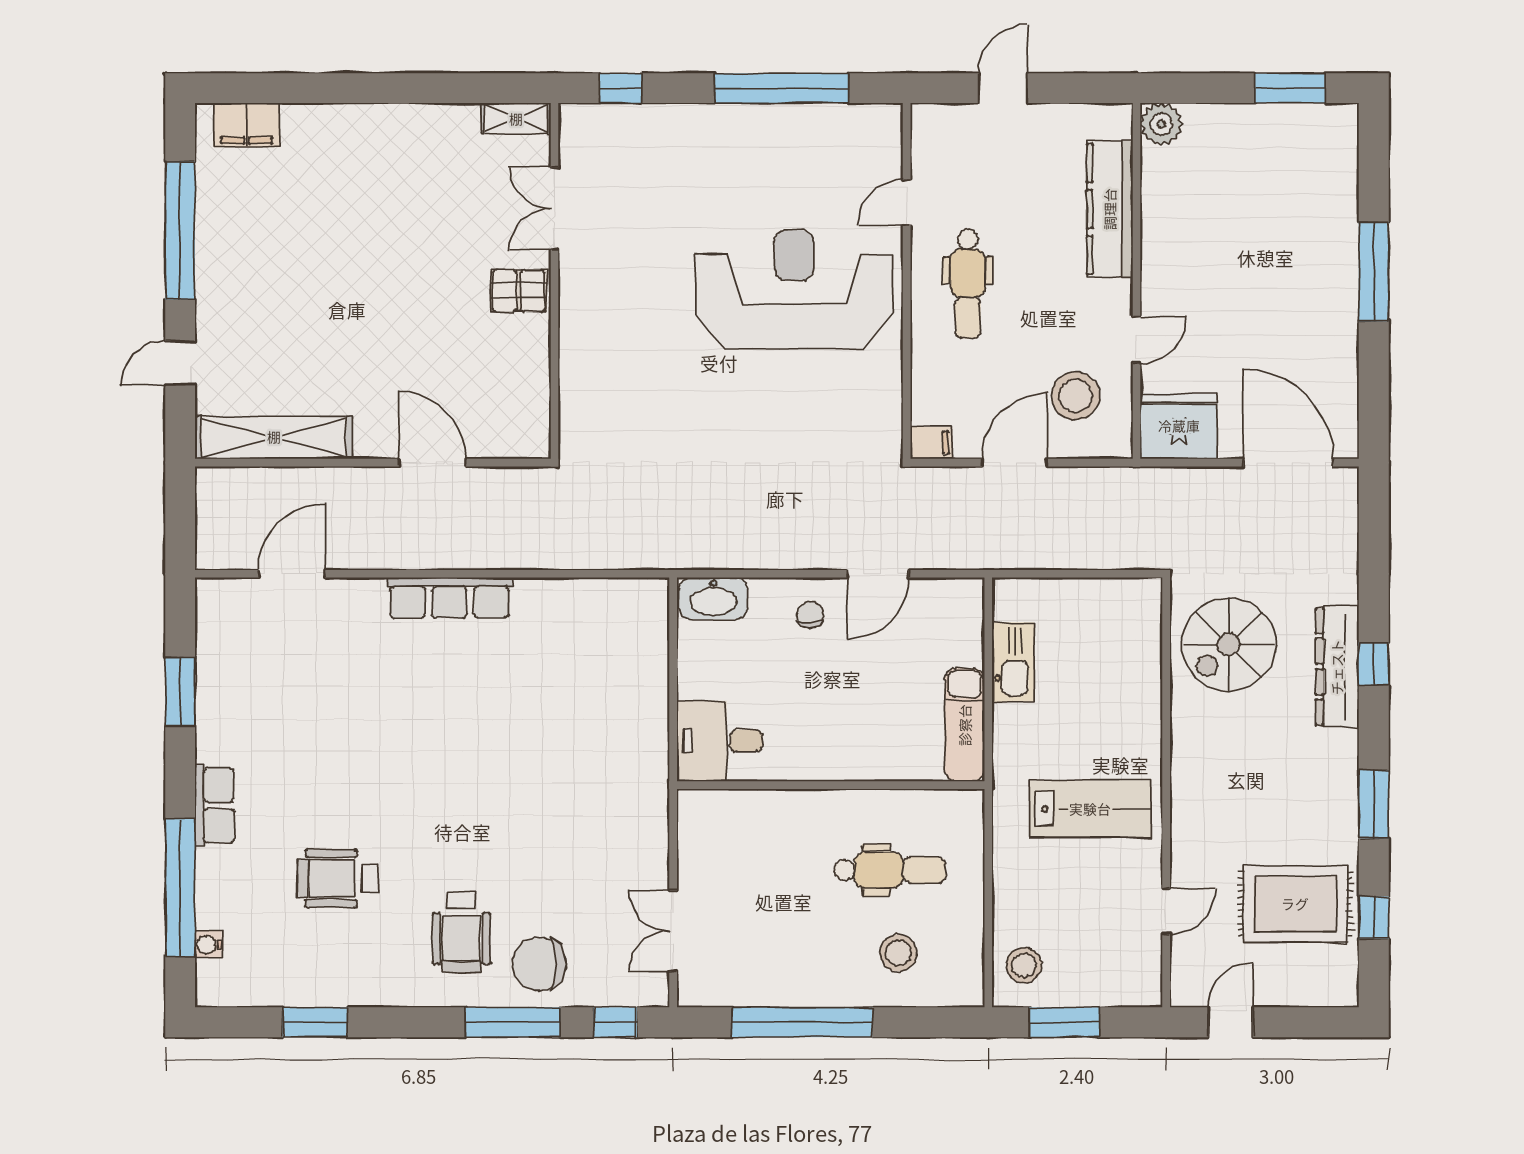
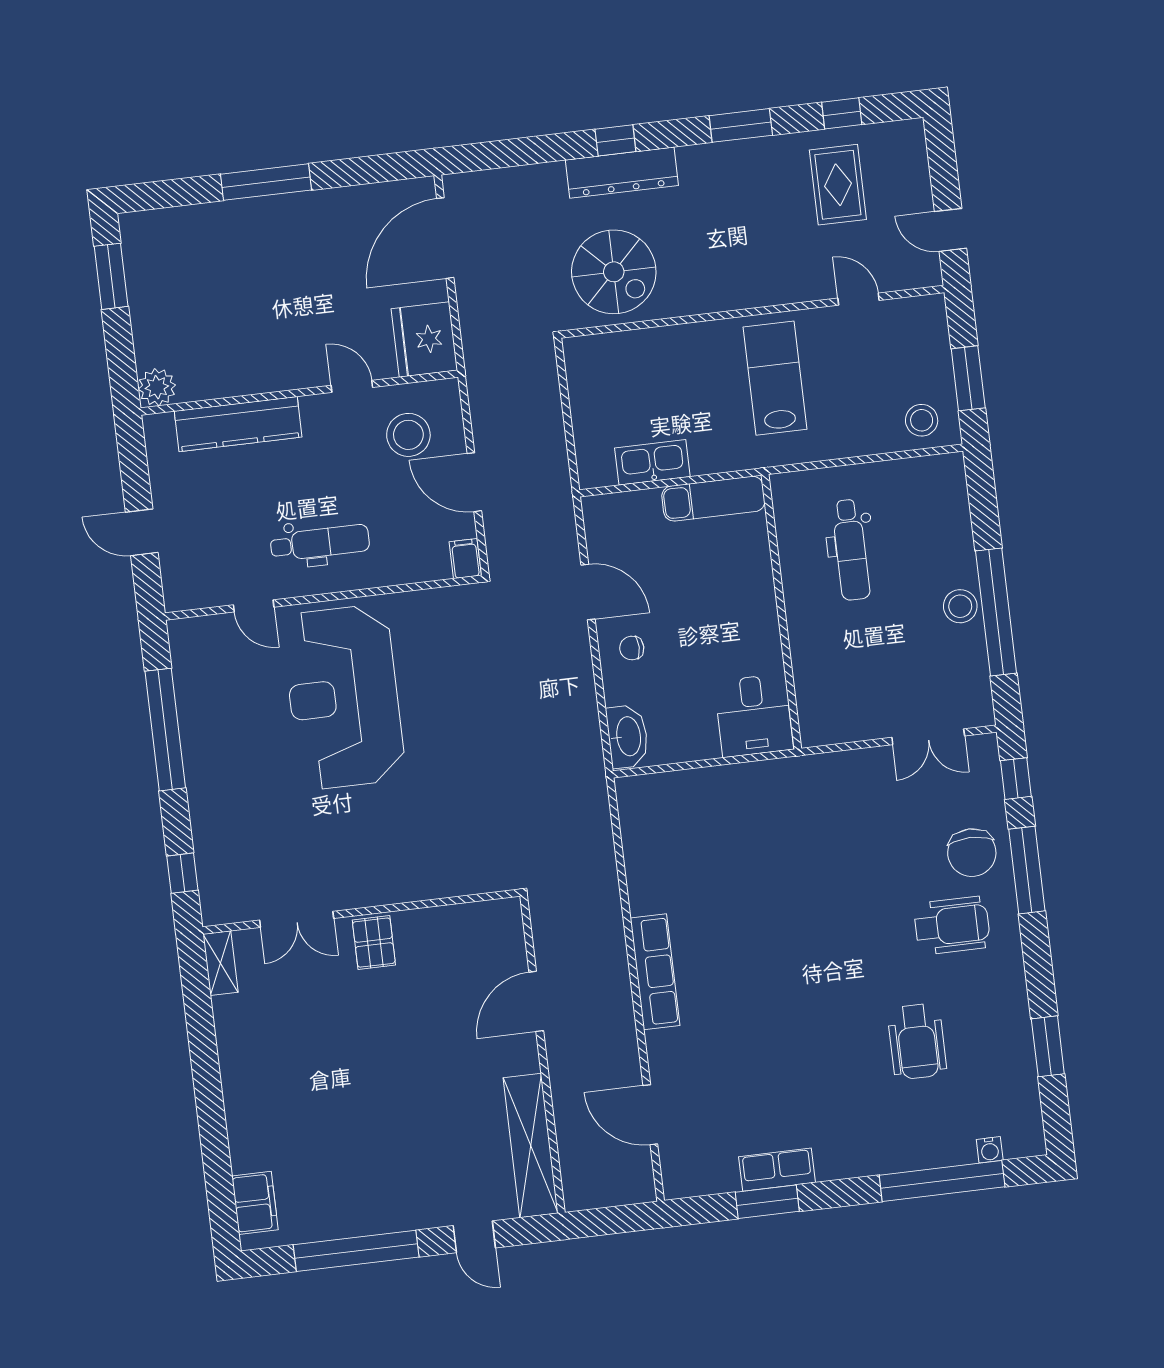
row of seats: (214, 806) -> (777, 1170), moved
dental chair: (890, 870) -> (851, 550), turned 180
rug: (1295, 904) -> (838, 185), width x0.73, depth x0.70
stool: (898, 953) -> (960, 606), moved

